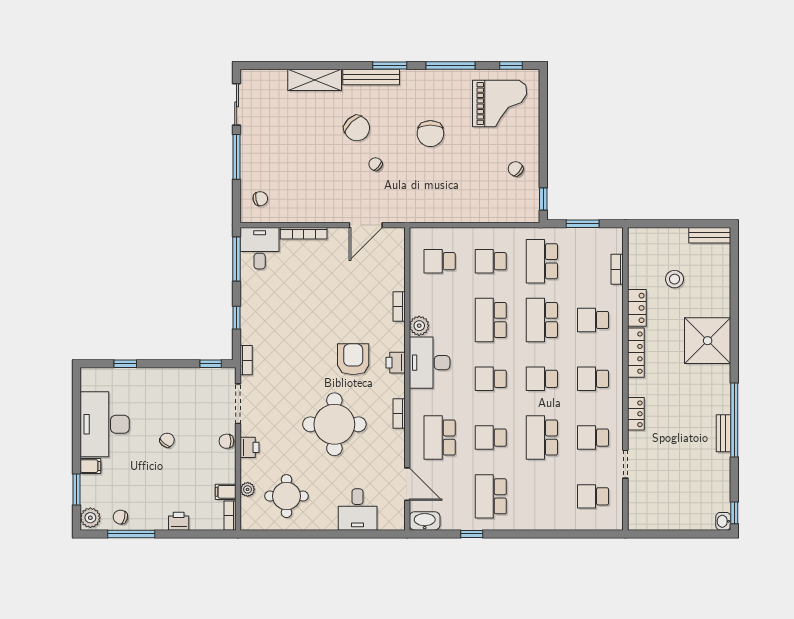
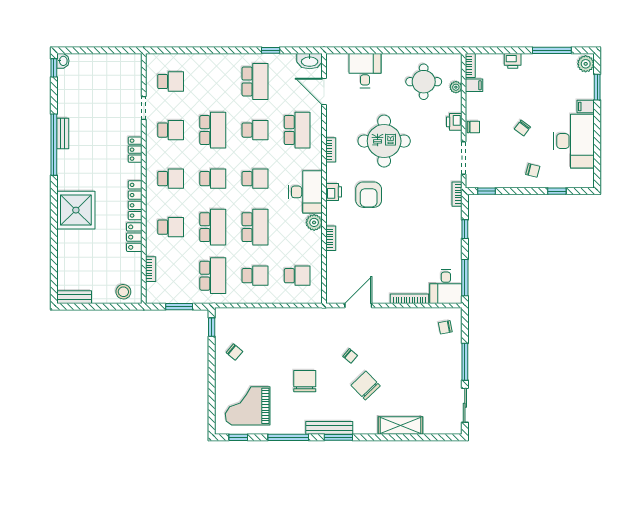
bench: (371, 77) -> (329, 428), moved
stool: (675, 279) -> (123, 292), moved
chair: (120, 517) -> (533, 170), moved

